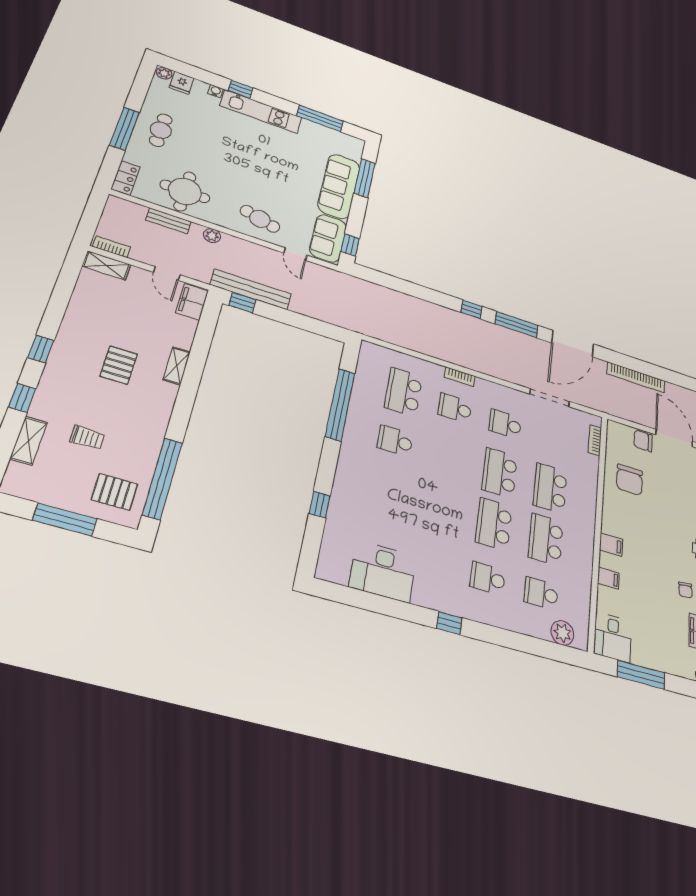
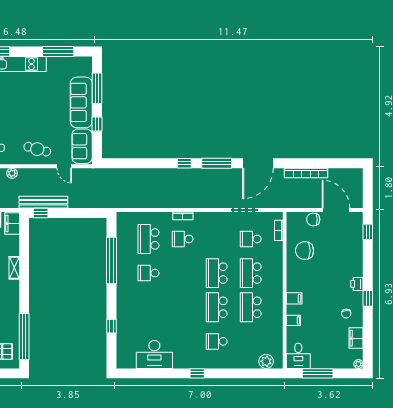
window: (350, 245) -> (97, 124), moved
school desk: (505, 424) -> (251, 239), moved
chair: (629, 480) -> (305, 251), turned 90
school desk: (541, 593) -> (251, 341), removed

